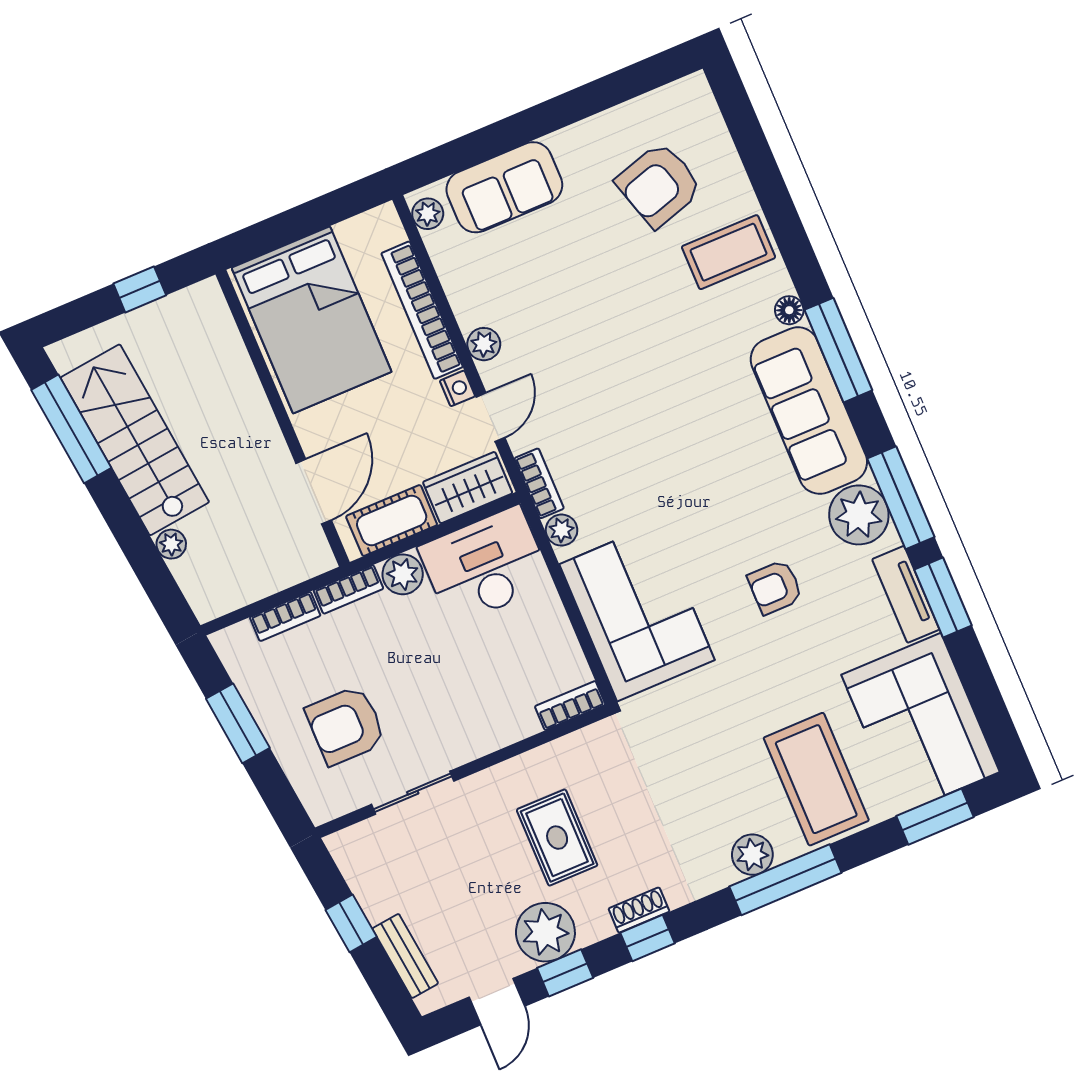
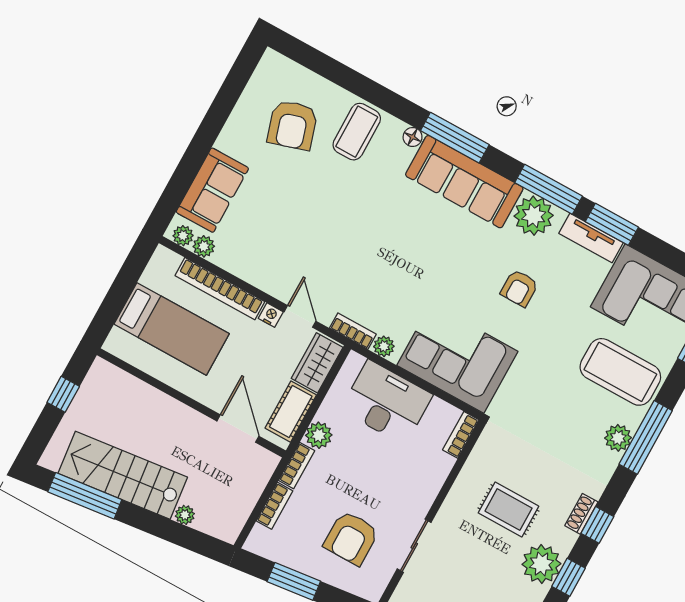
bed: (311, 320) -> (172, 329), width x0.67
plant: (484, 344) -> (204, 246), moved
desk: (485, 566) -> (387, 402), moved, turned 90

